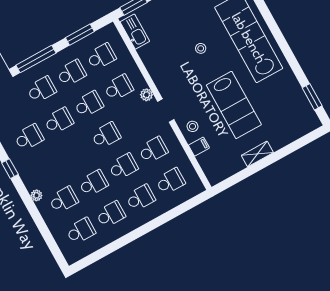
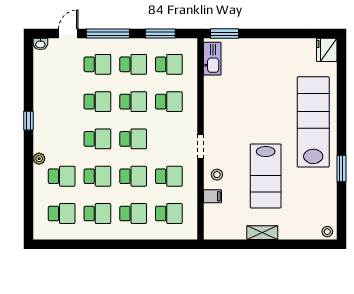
stool: (201, 48) -> (327, 232), moved
plant: (146, 95) -> (191, 122), removed
window: (312, 97) -> (341, 169), moved
school desk: (29, 137) -> (97, 139), moved

